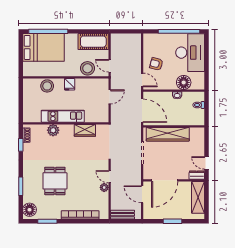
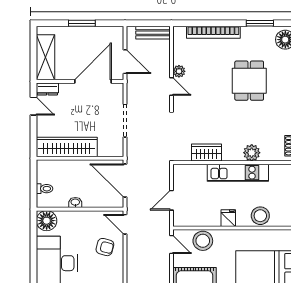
floor lamp: (184, 82) -> (47, 221), moved
wardrobe: (168, 134) -> (67, 147), moved

